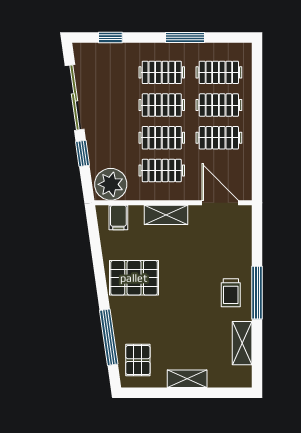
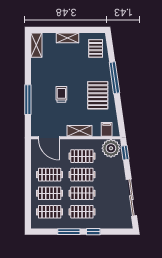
window: (110, 37) -> (93, 232), moved
window: (83, 153) -> (125, 153), moved
pallet: (134, 278) -> (98, 95), turned 90
trolley: (231, 293) -> (61, 94), moved
window: (257, 293) -> (28, 100), moved
window: (109, 337) -> (114, 78), moved
shelving: (242, 343) -> (36, 45), moved

